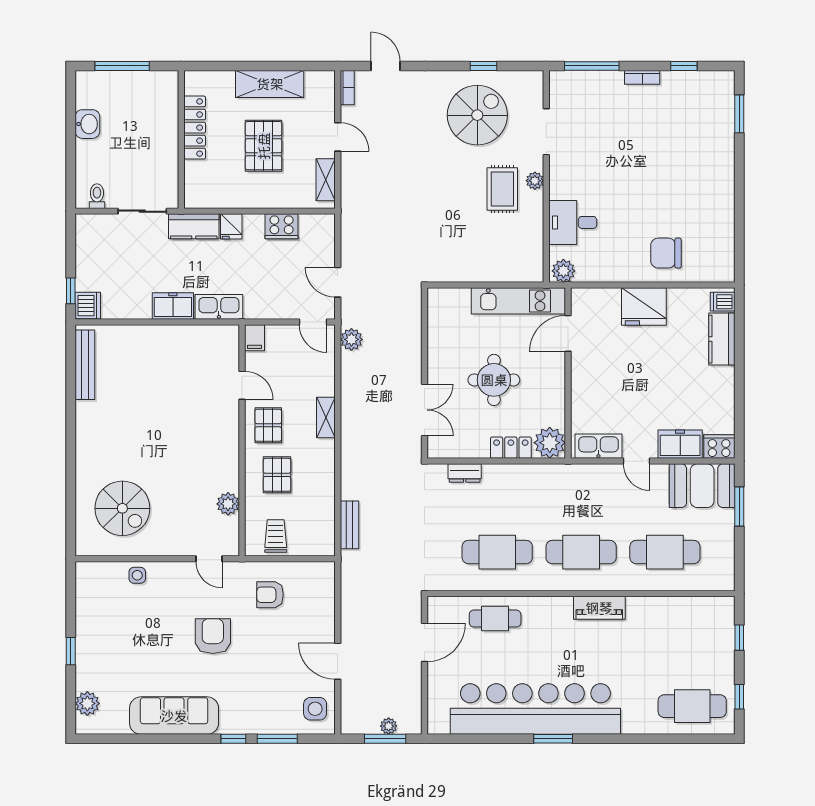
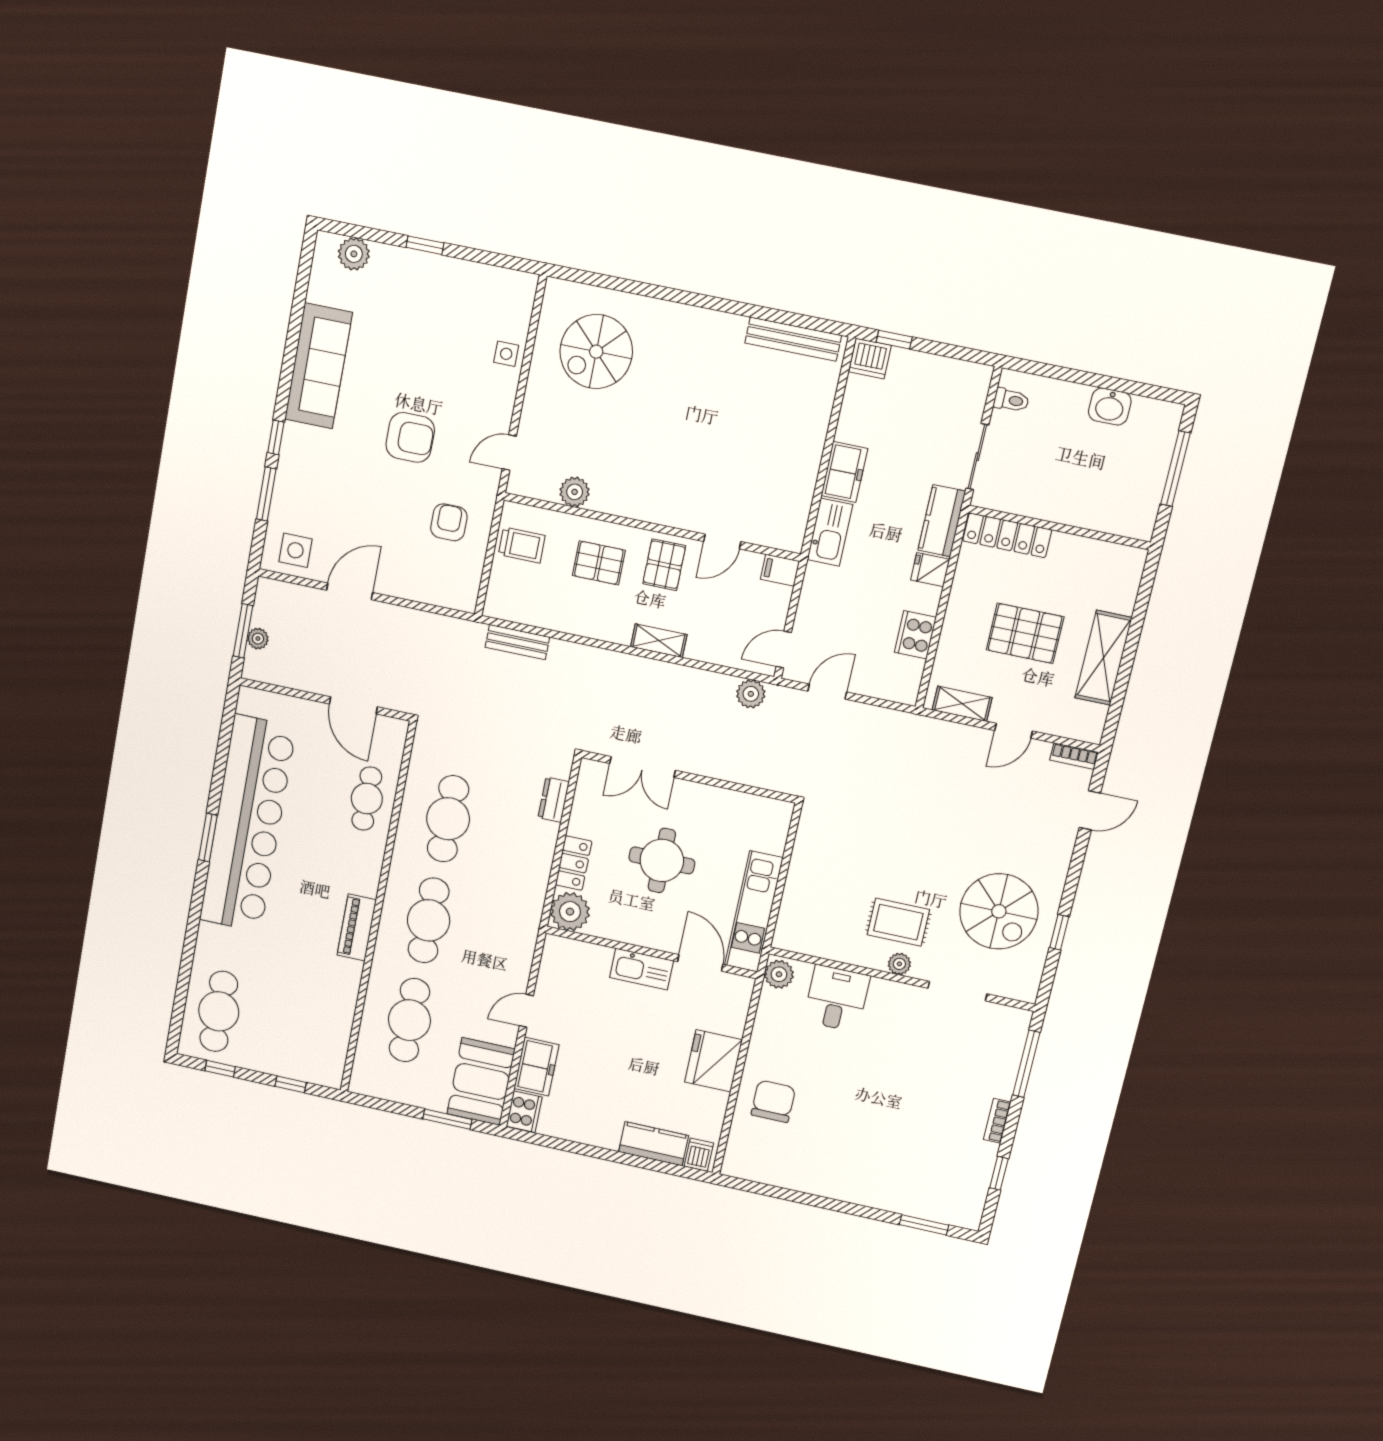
locker: (195, 128) -> (1007, 535), moved
pallet: (268, 425) -> (664, 565), turned 90
kitchen sink: (598, 446) -> (642, 969), moved, turned 90

